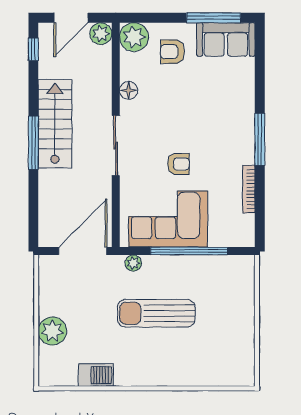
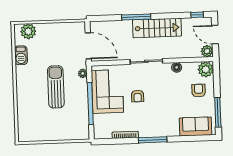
sofa: (226, 39) -> (196, 126), moved, turned 90
window: (33, 143) -> (136, 17), moved
plant: (52, 331) -> (28, 31), moved

